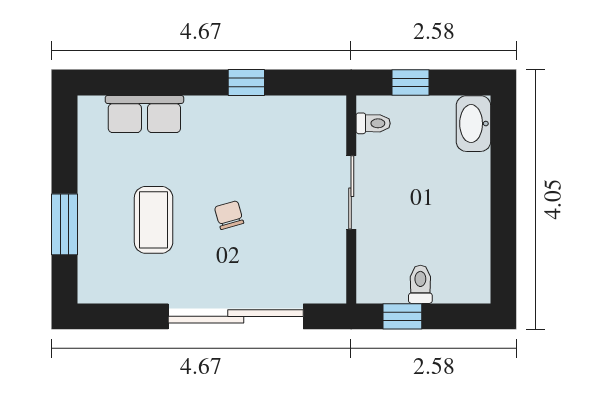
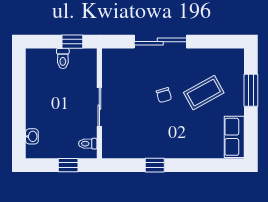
row of seats: (144, 114) -> (234, 137), moved, turned -90
washbasin: (473, 124) -> (32, 136), width x0.52, depth x0.69
coffee table: (154, 220) -> (204, 93), turned 61
sliding door: (236, 316) -> (160, 42), width x0.73

